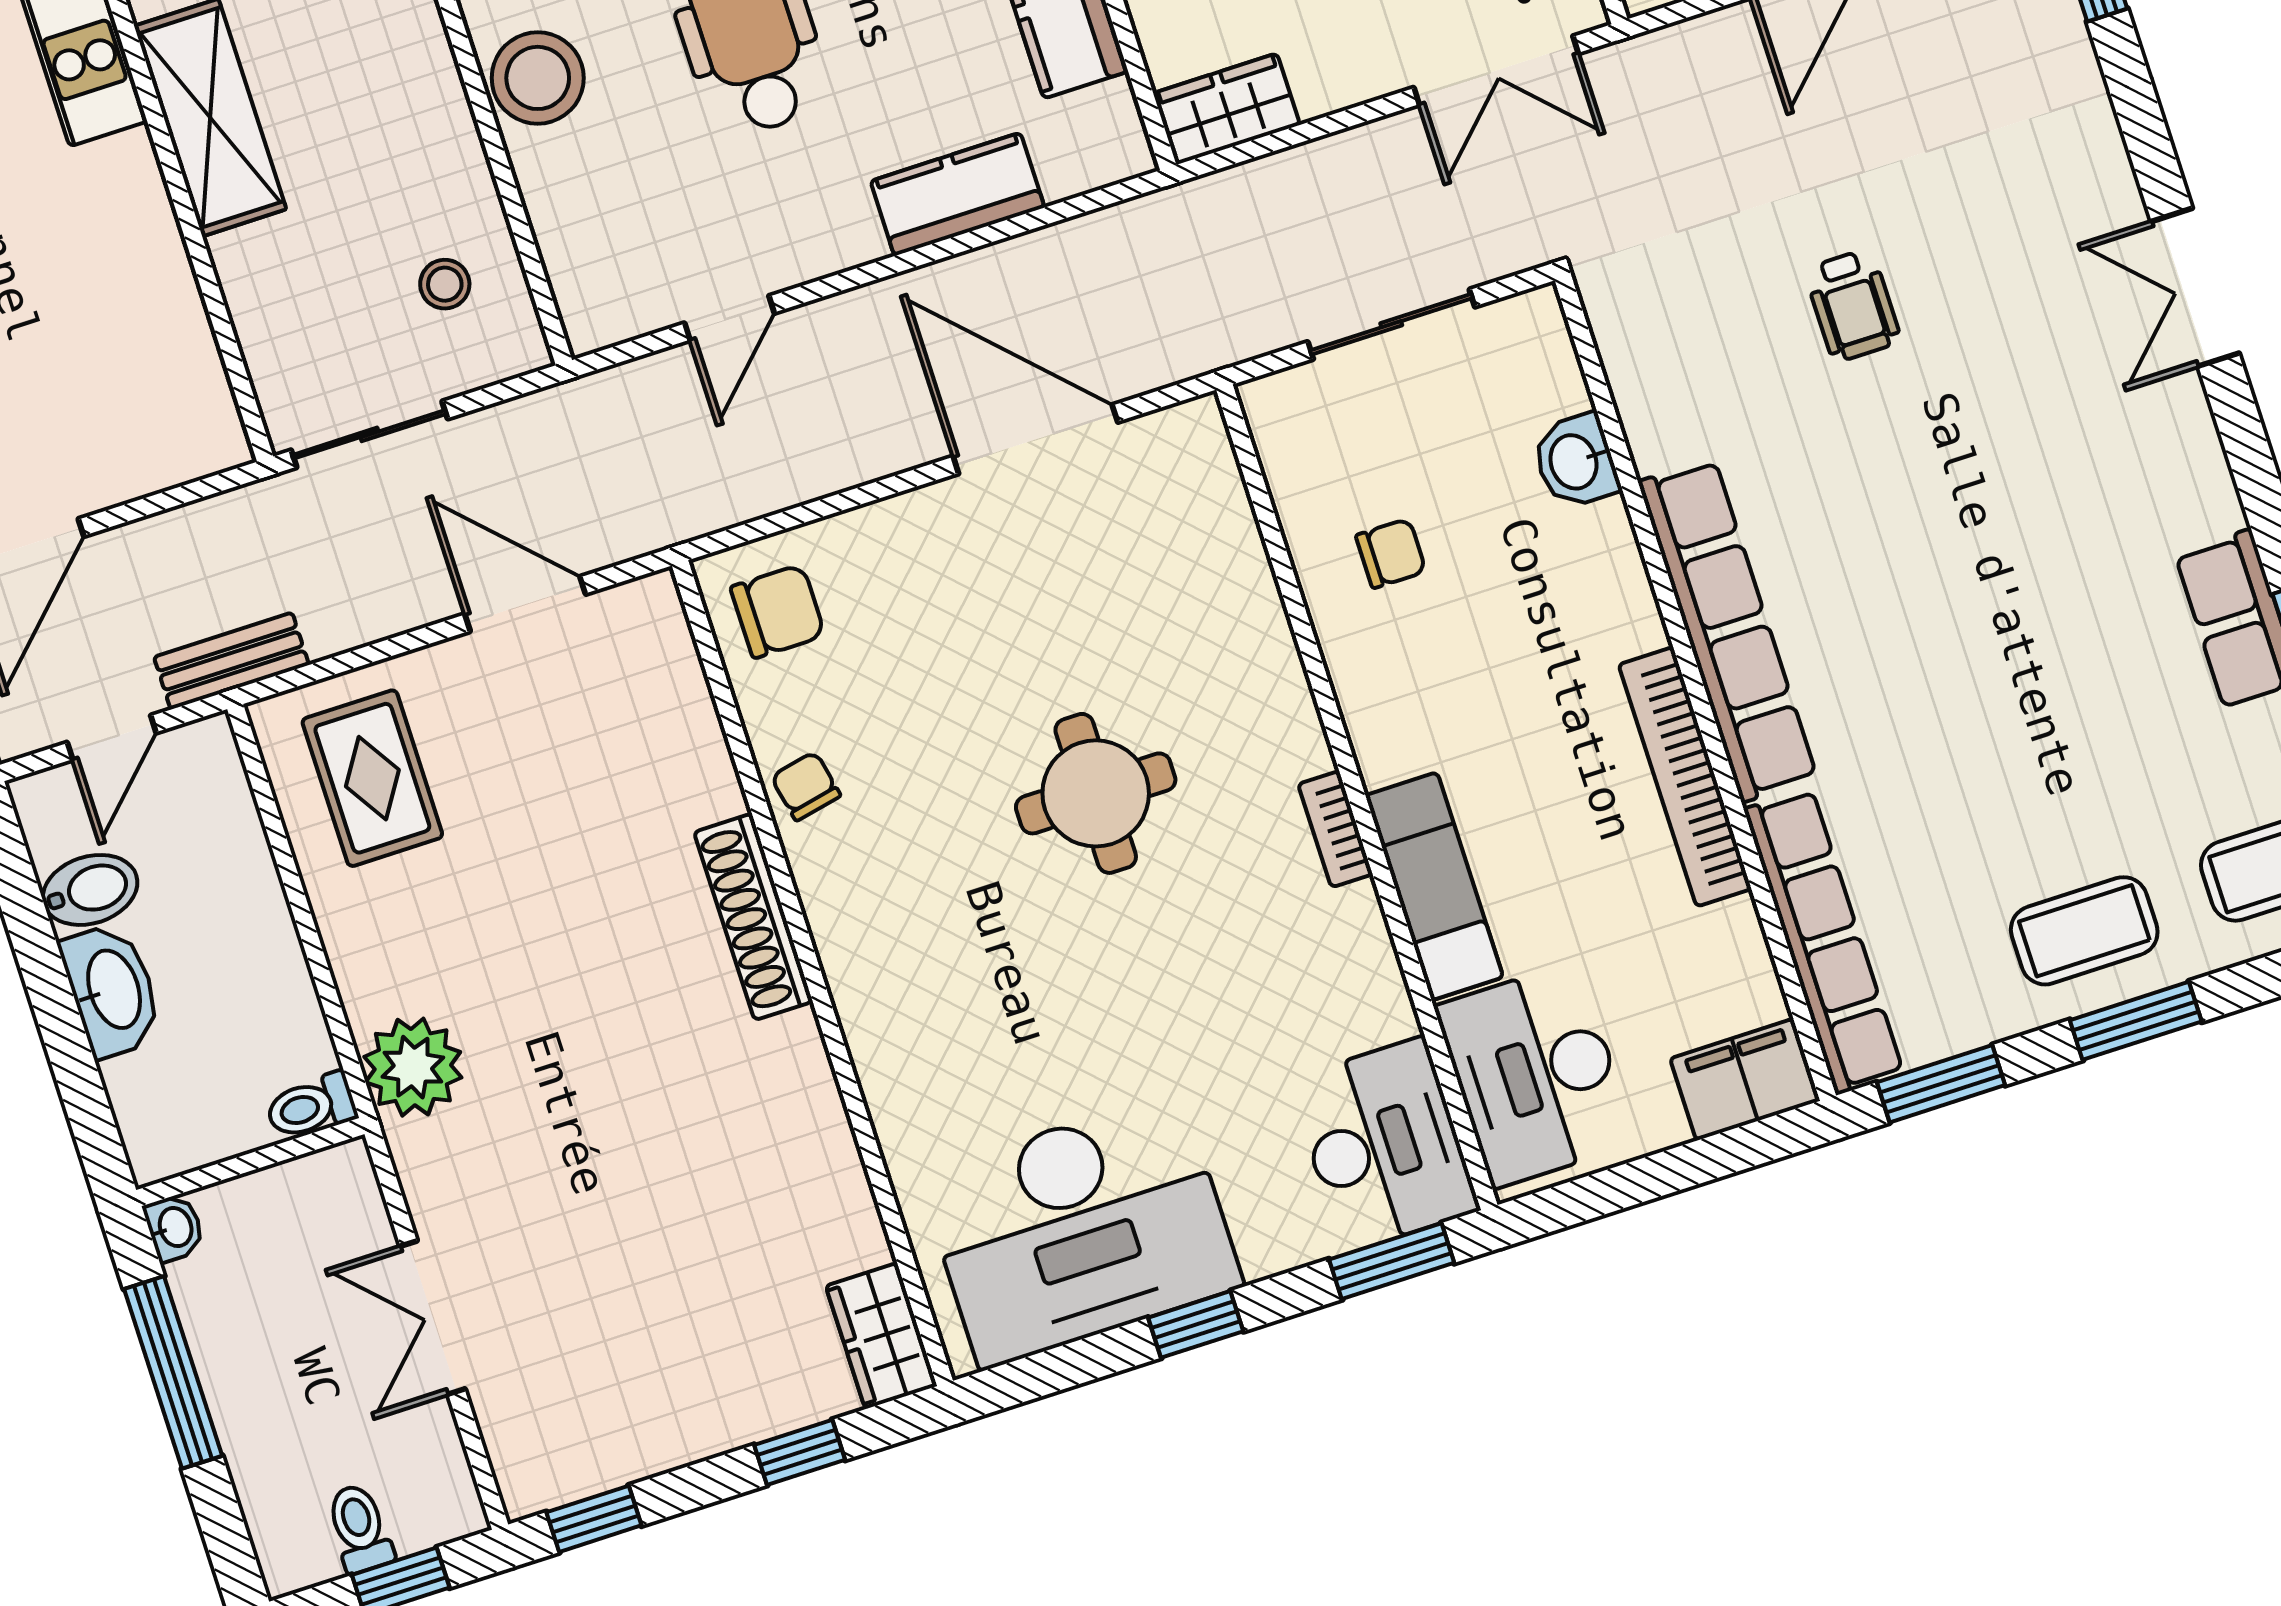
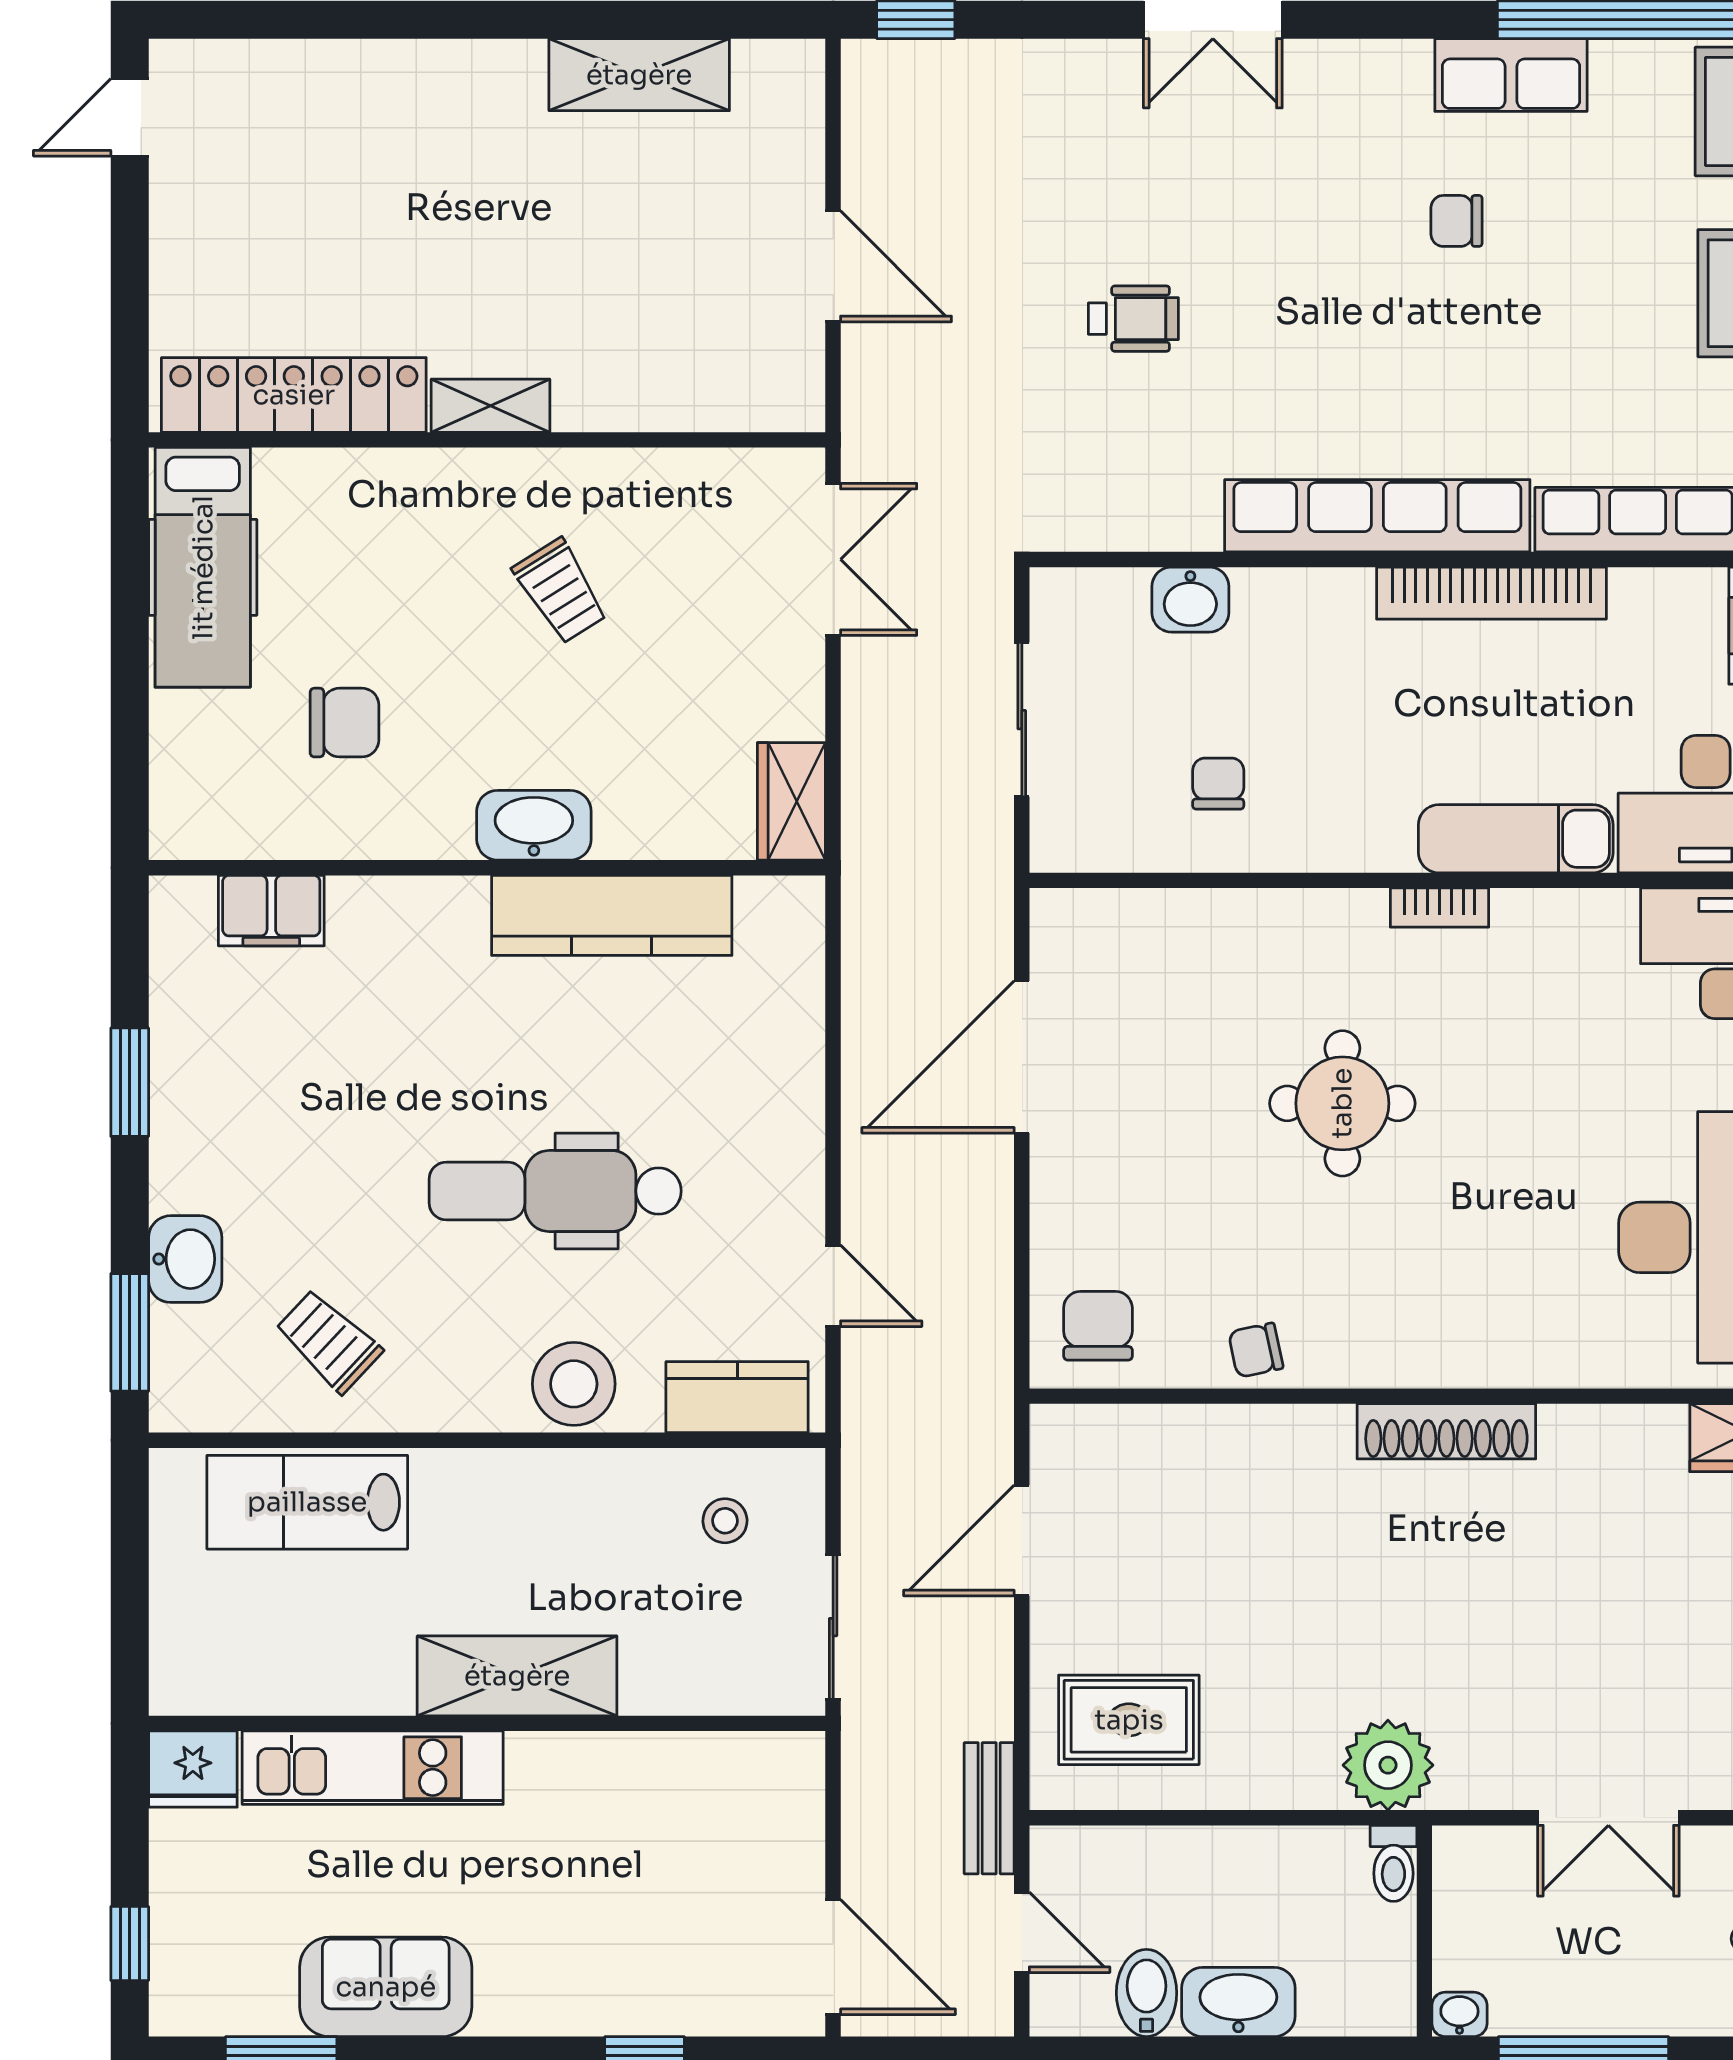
kitchen counter: (957, 194) -> (737, 1397), moved, turned 90
chair: (2066, 613) -> (1456, 221), added
shoe rack: (753, 917) -> (1446, 1431), moved

